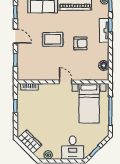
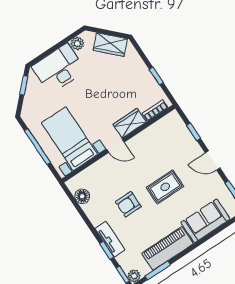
wardrobe: (49, 89) -> (130, 123), added
desk: (73, 148) -> (59, 69), width x1.37

